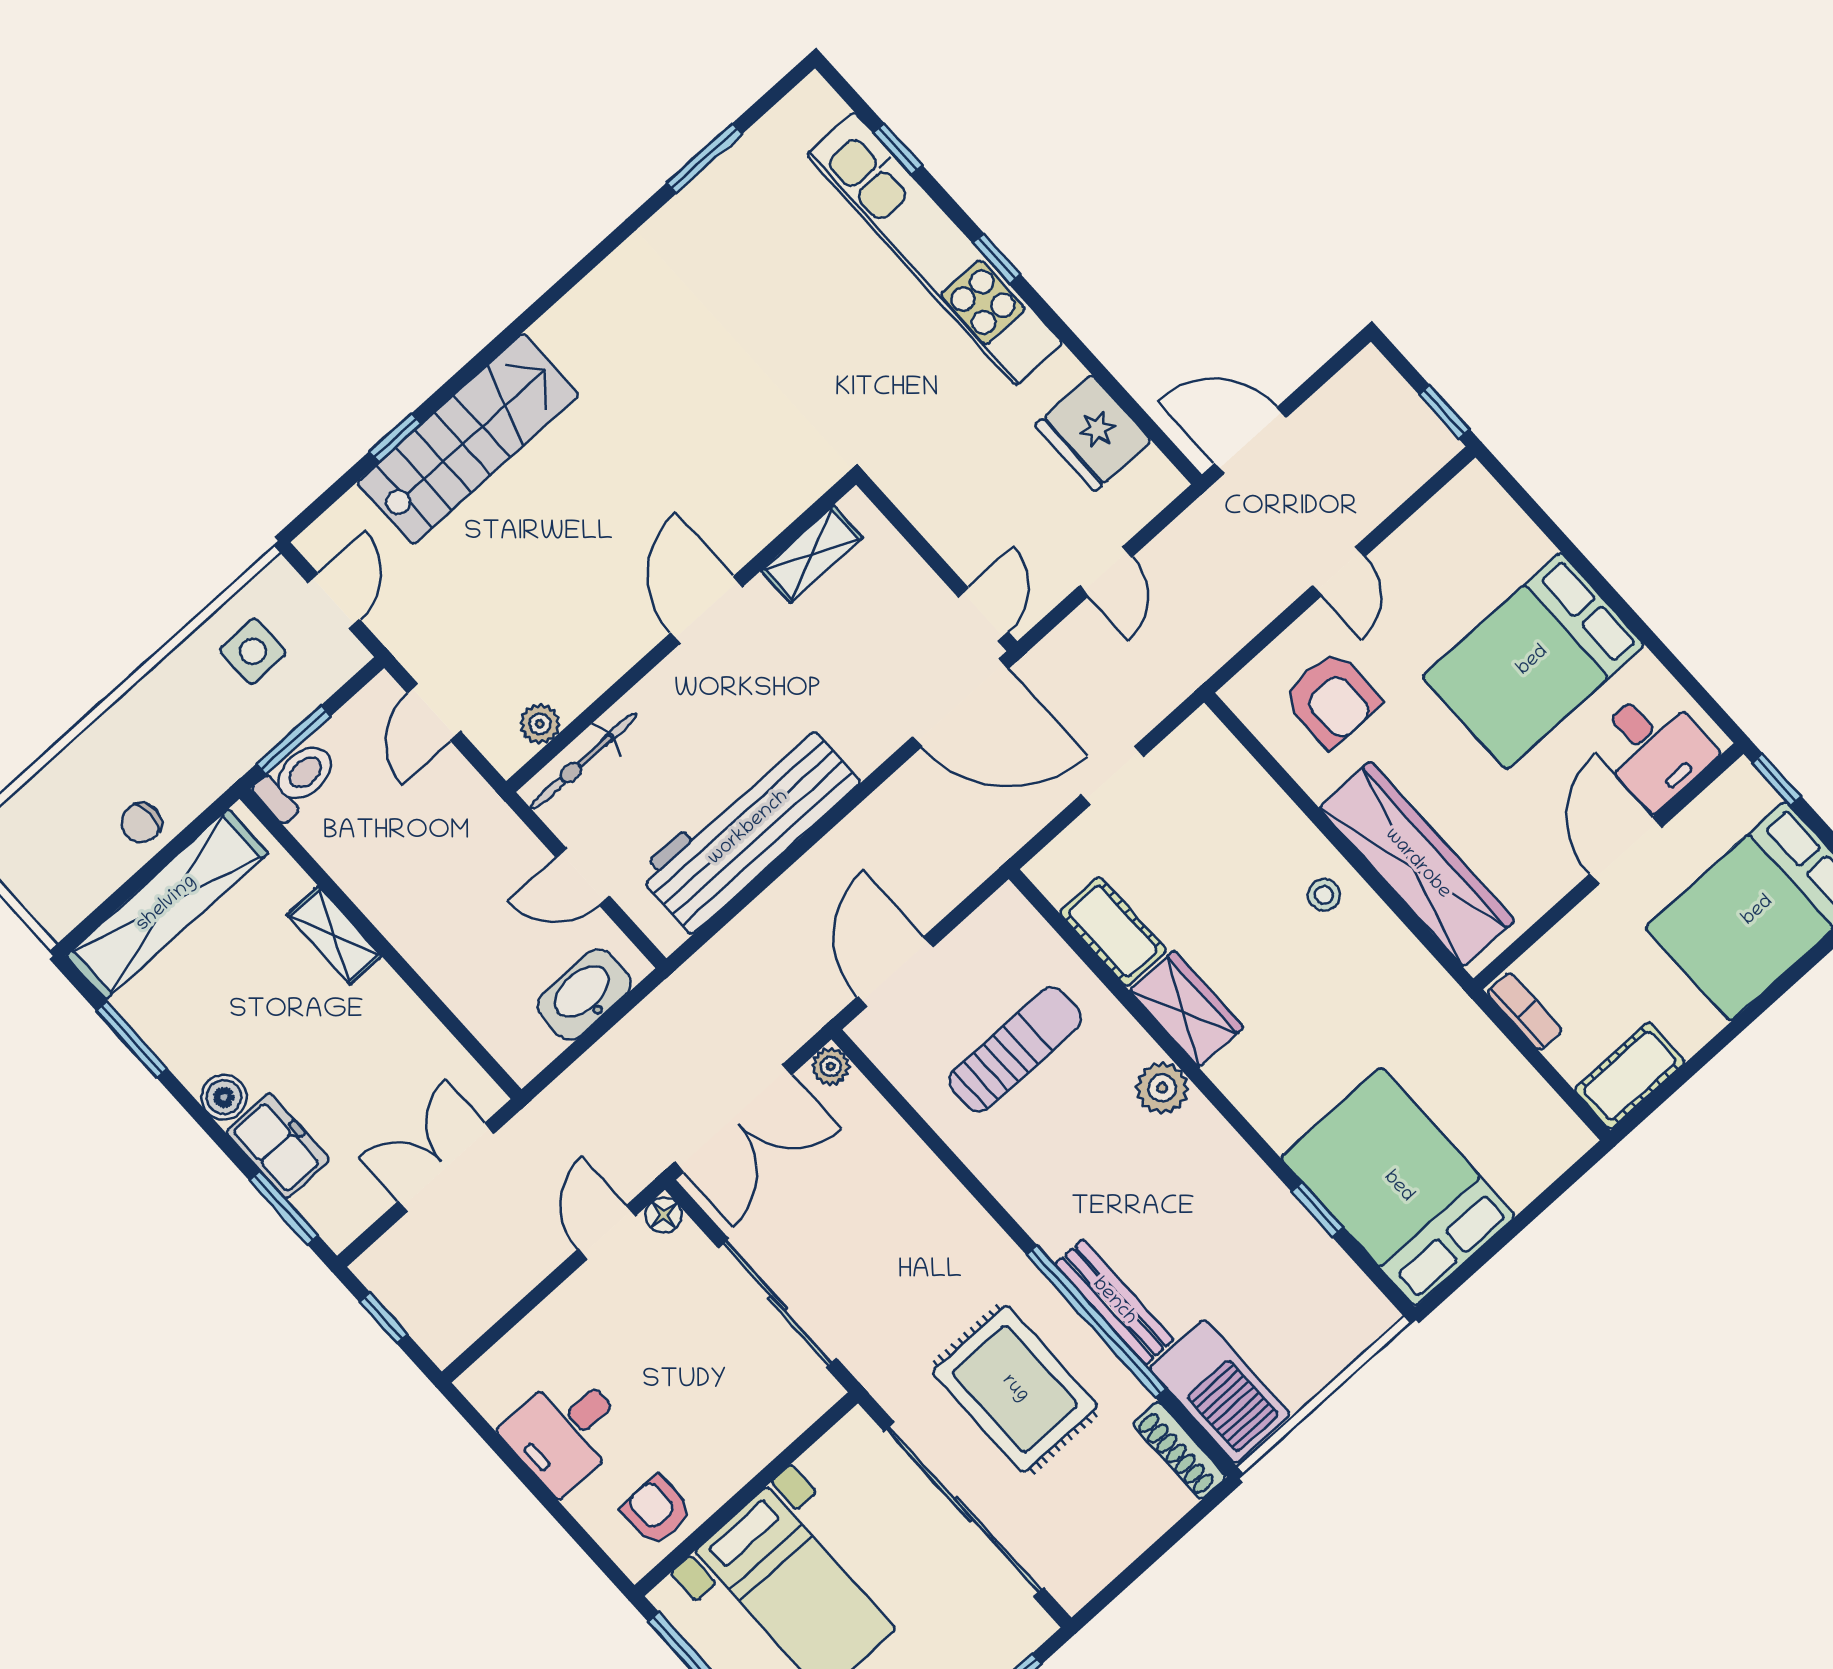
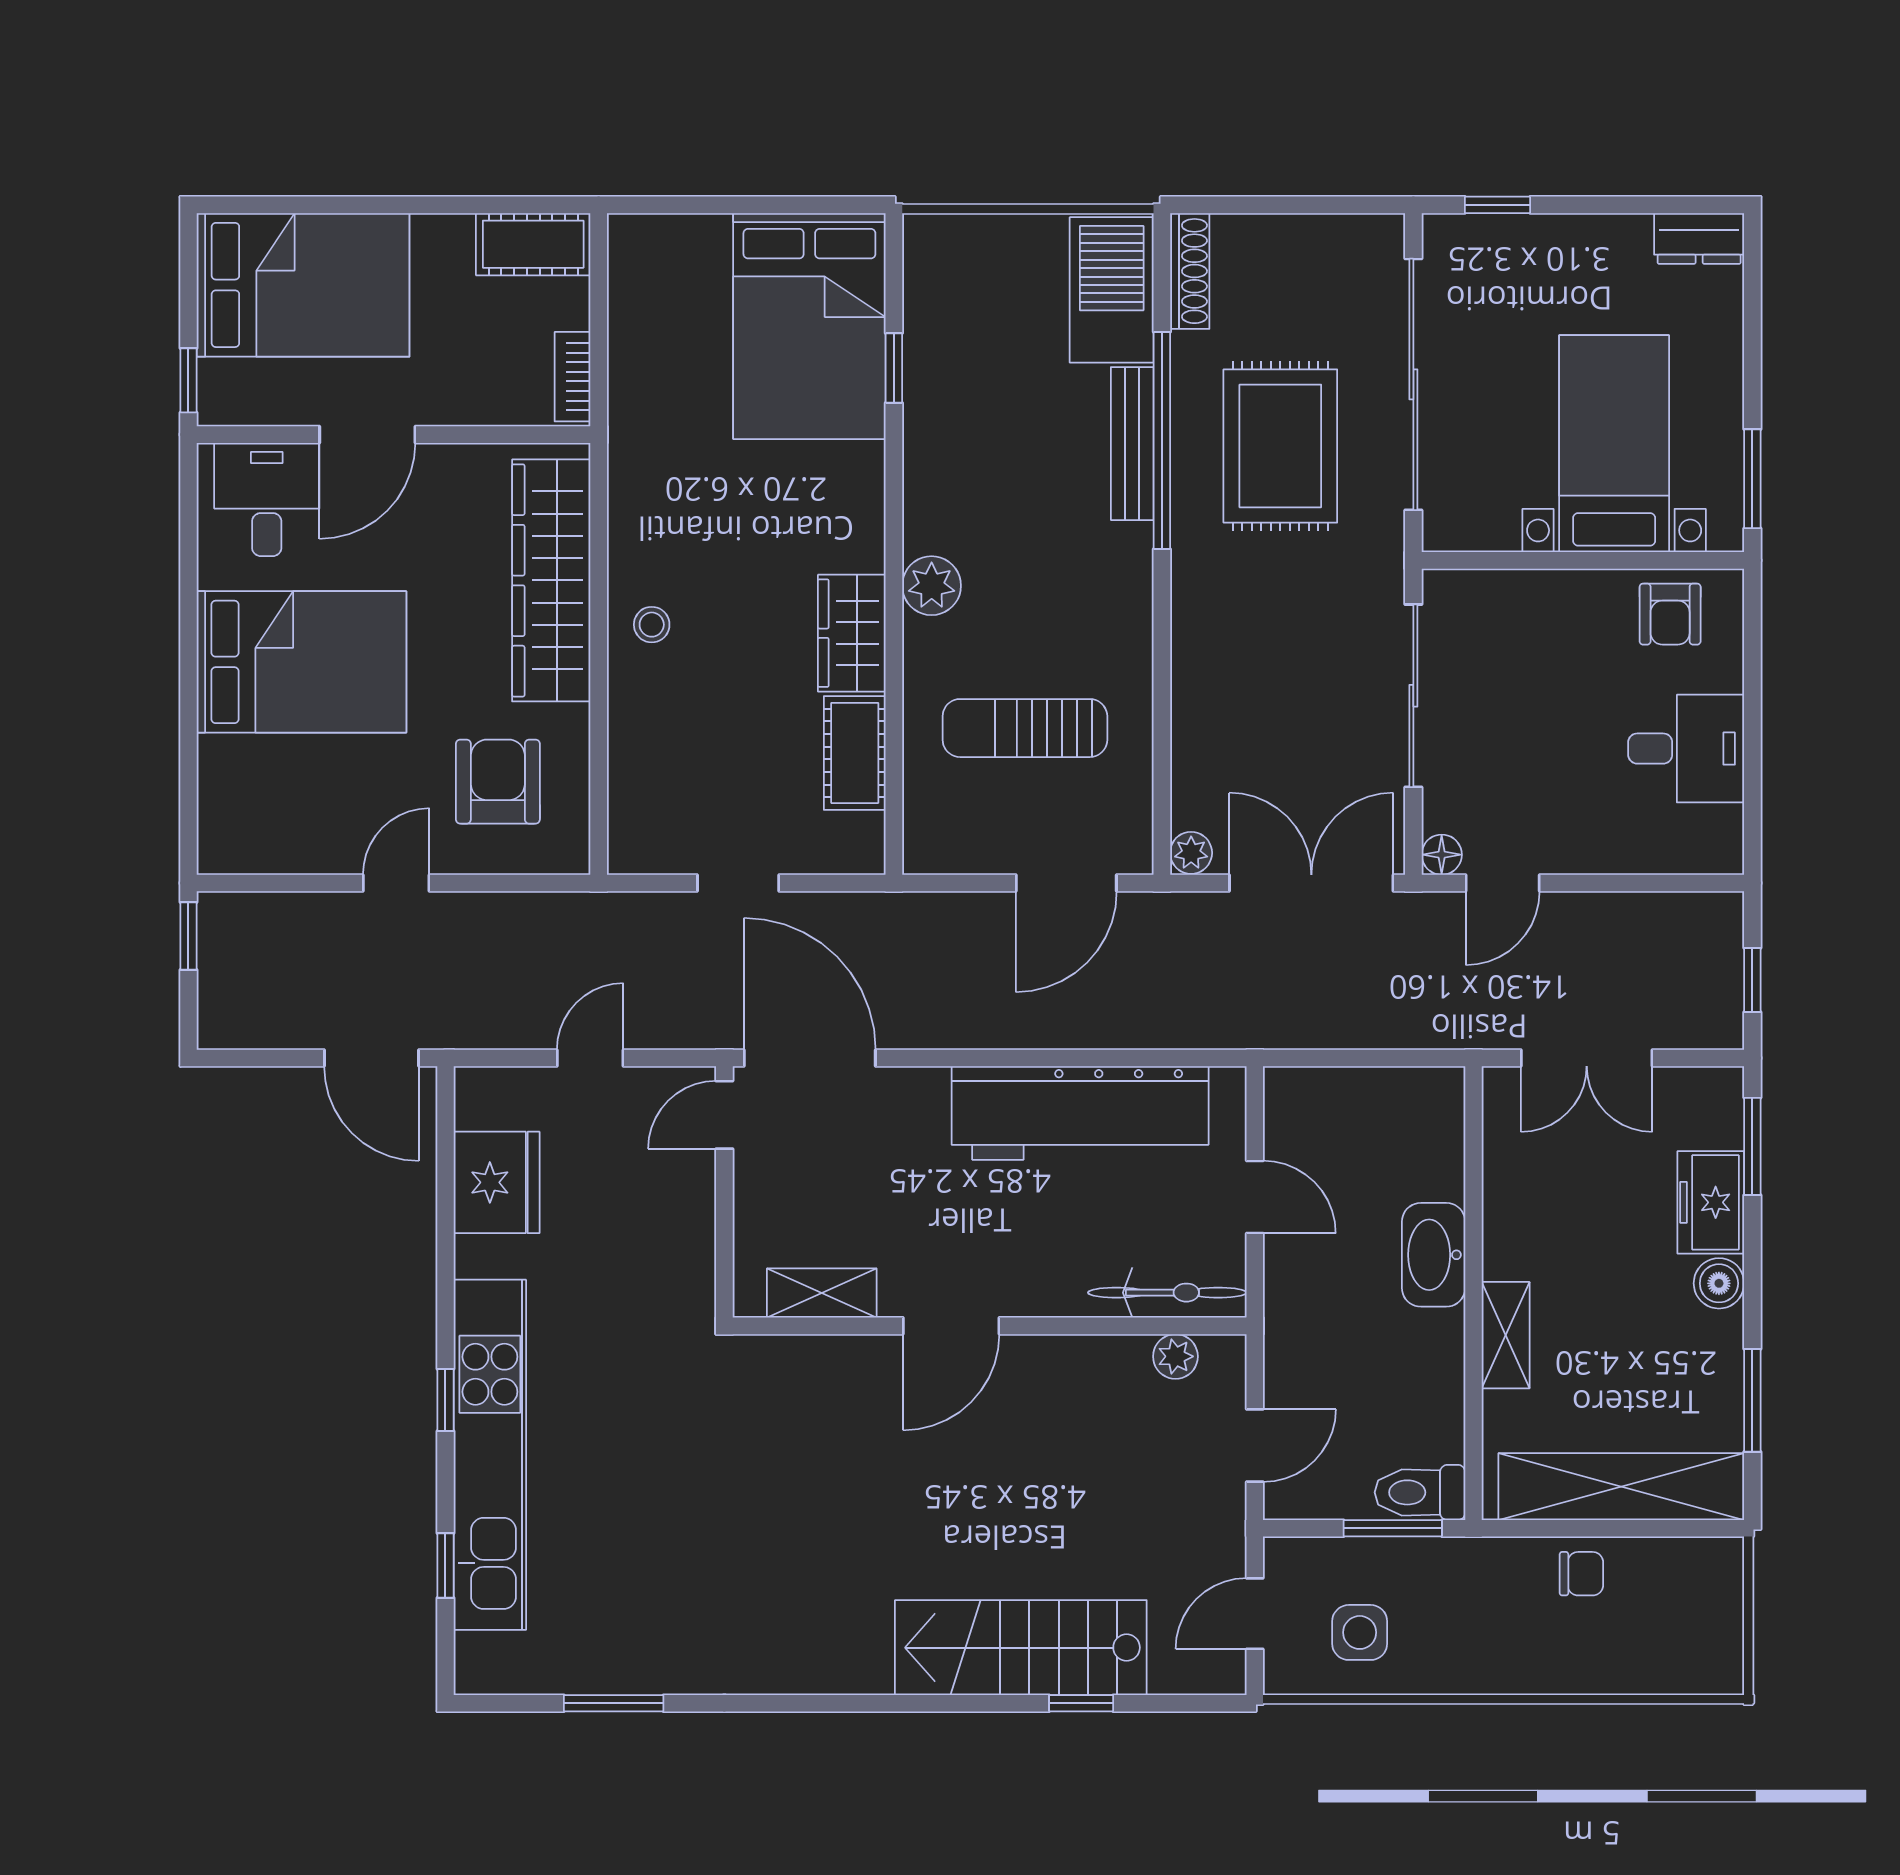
washbasin: (584, 994) -> (1434, 1255), moved, turned 90

